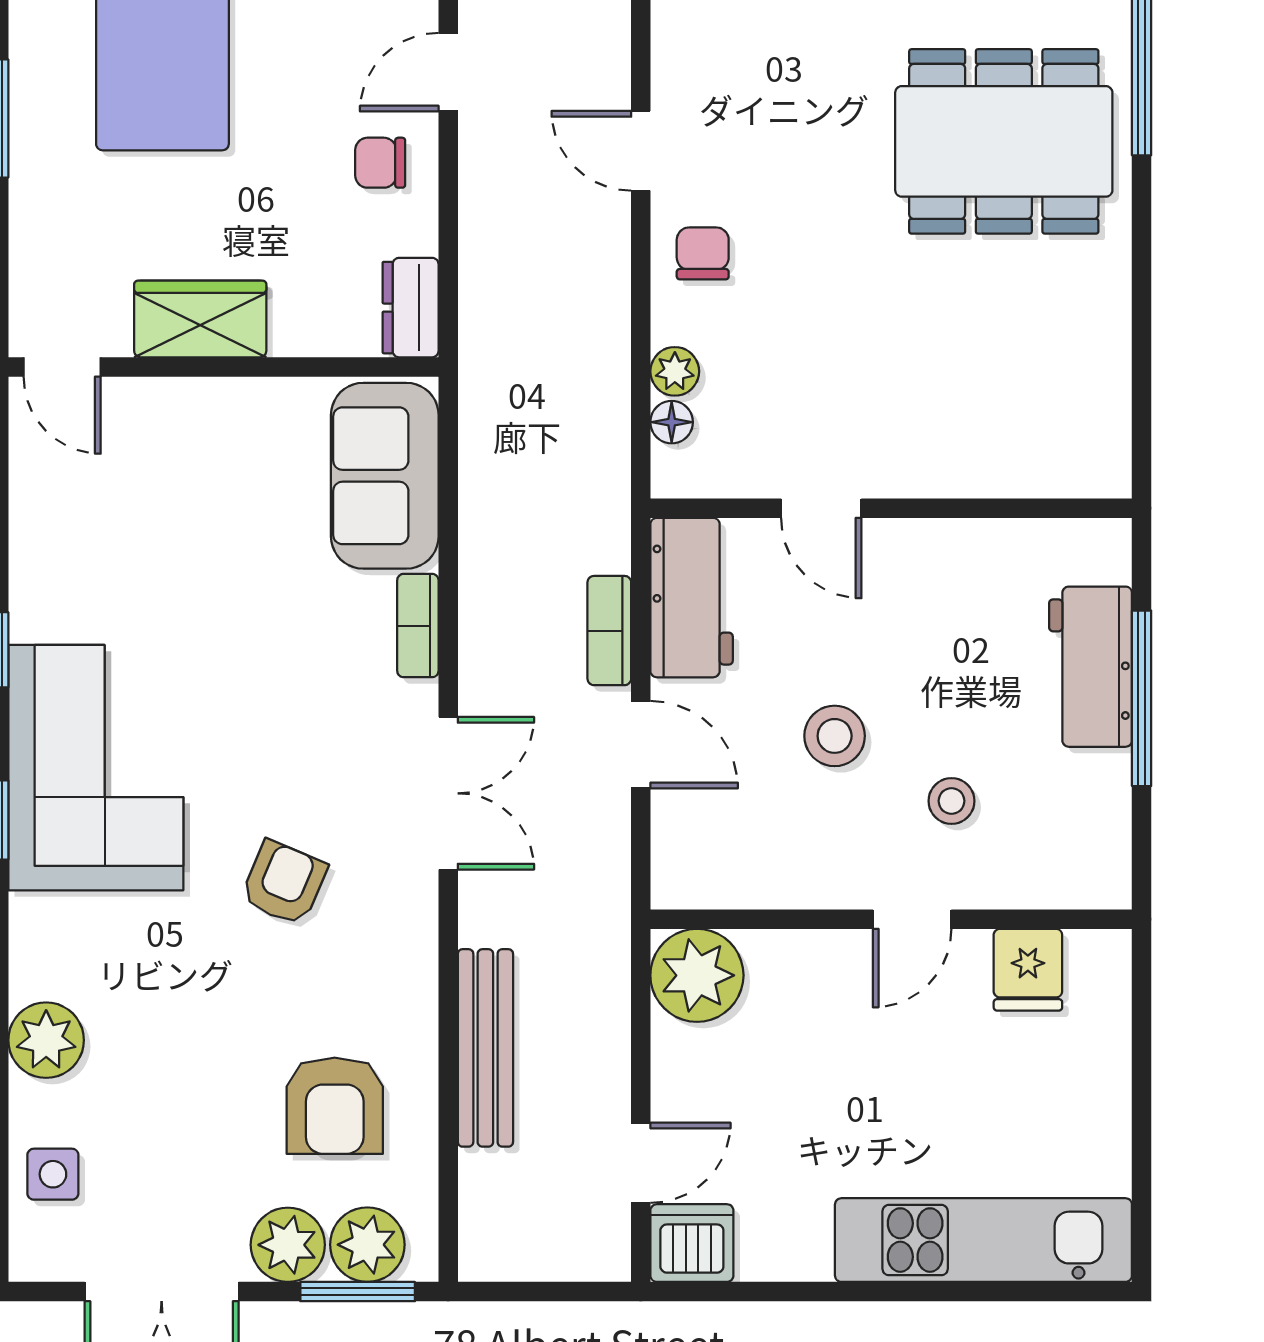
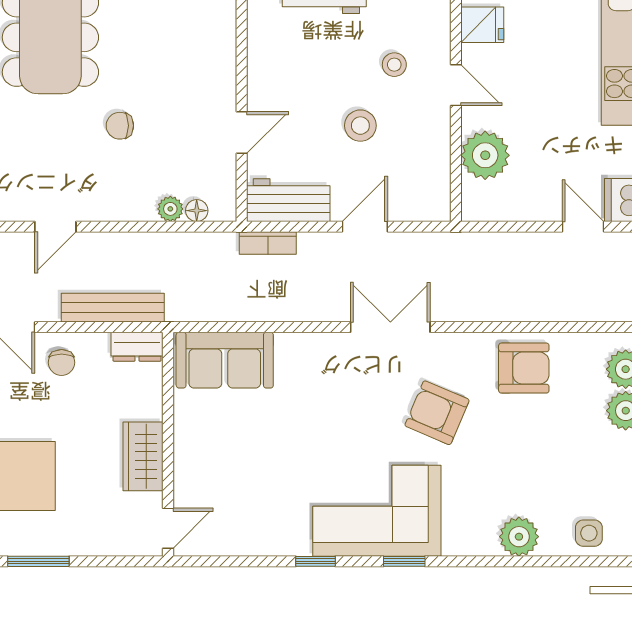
chair: (703, 253) -> (120, 126), moved
bookcase: (418, 626) -> (303, 343), removed
bookcase: (609, 631) -> (268, 243), moved
armchair: (284, 883) -> (437, 413), width x1.38, depth x1.38
plant: (697, 975) -> (485, 155), moved
bench: (485, 1048) -> (113, 308), moved
armchair: (335, 1106) -> (524, 368), moved

